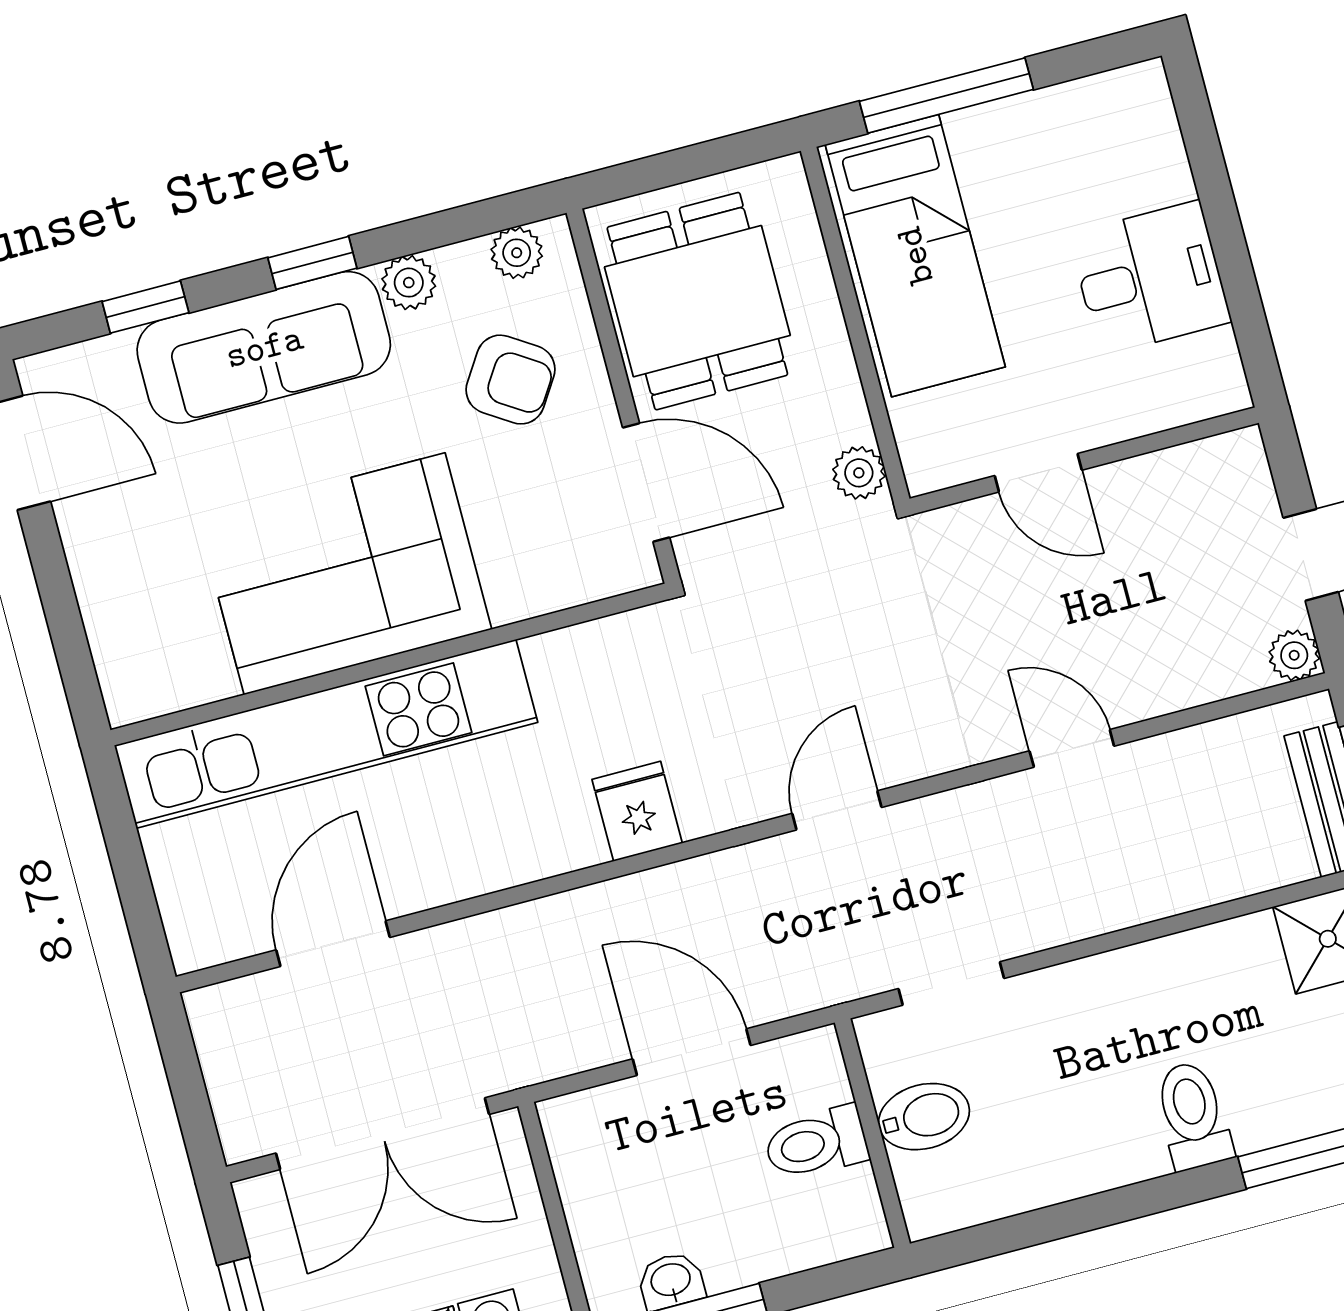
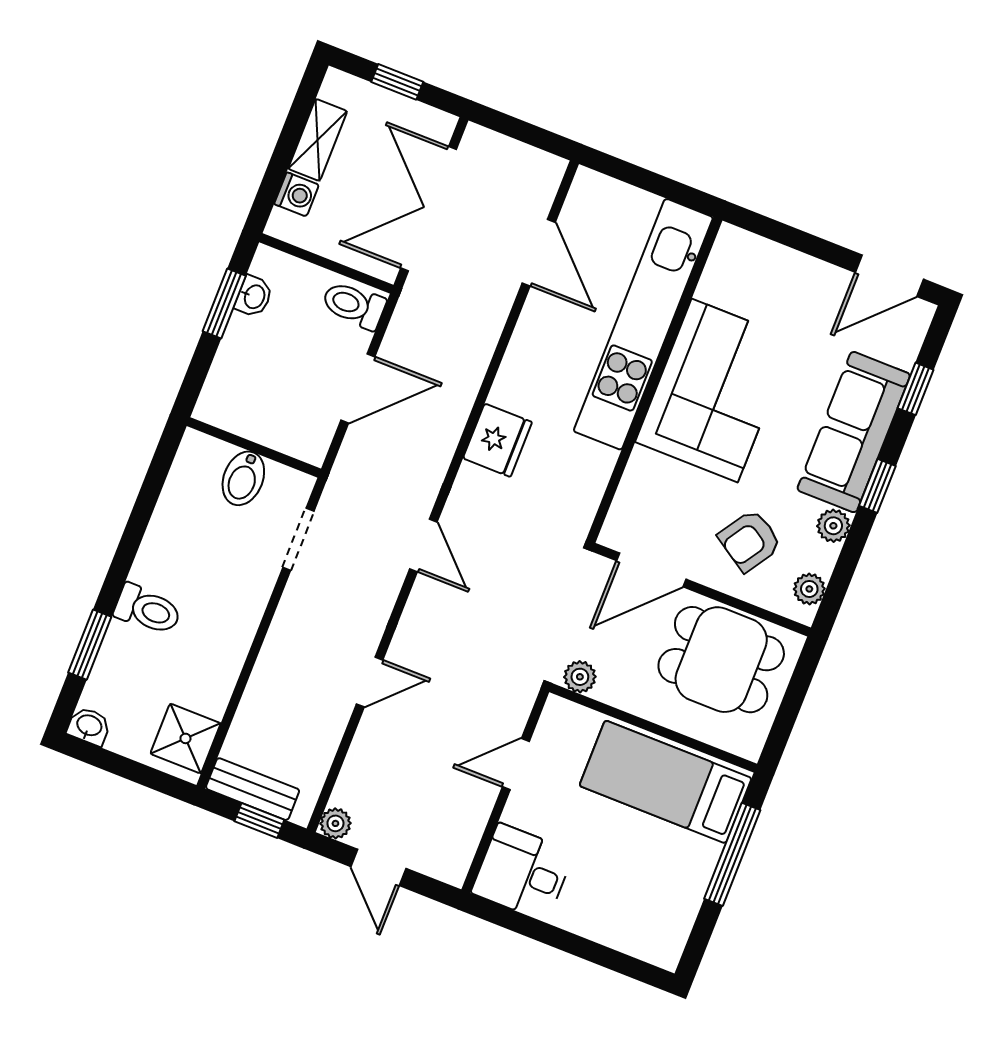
desk: (1150, 278) -> (523, 872), moved, turned 90
fridge: (637, 811) -> (497, 440), width x1.38
toilet: (816, 1143) -> (354, 305), moved, turned -90

